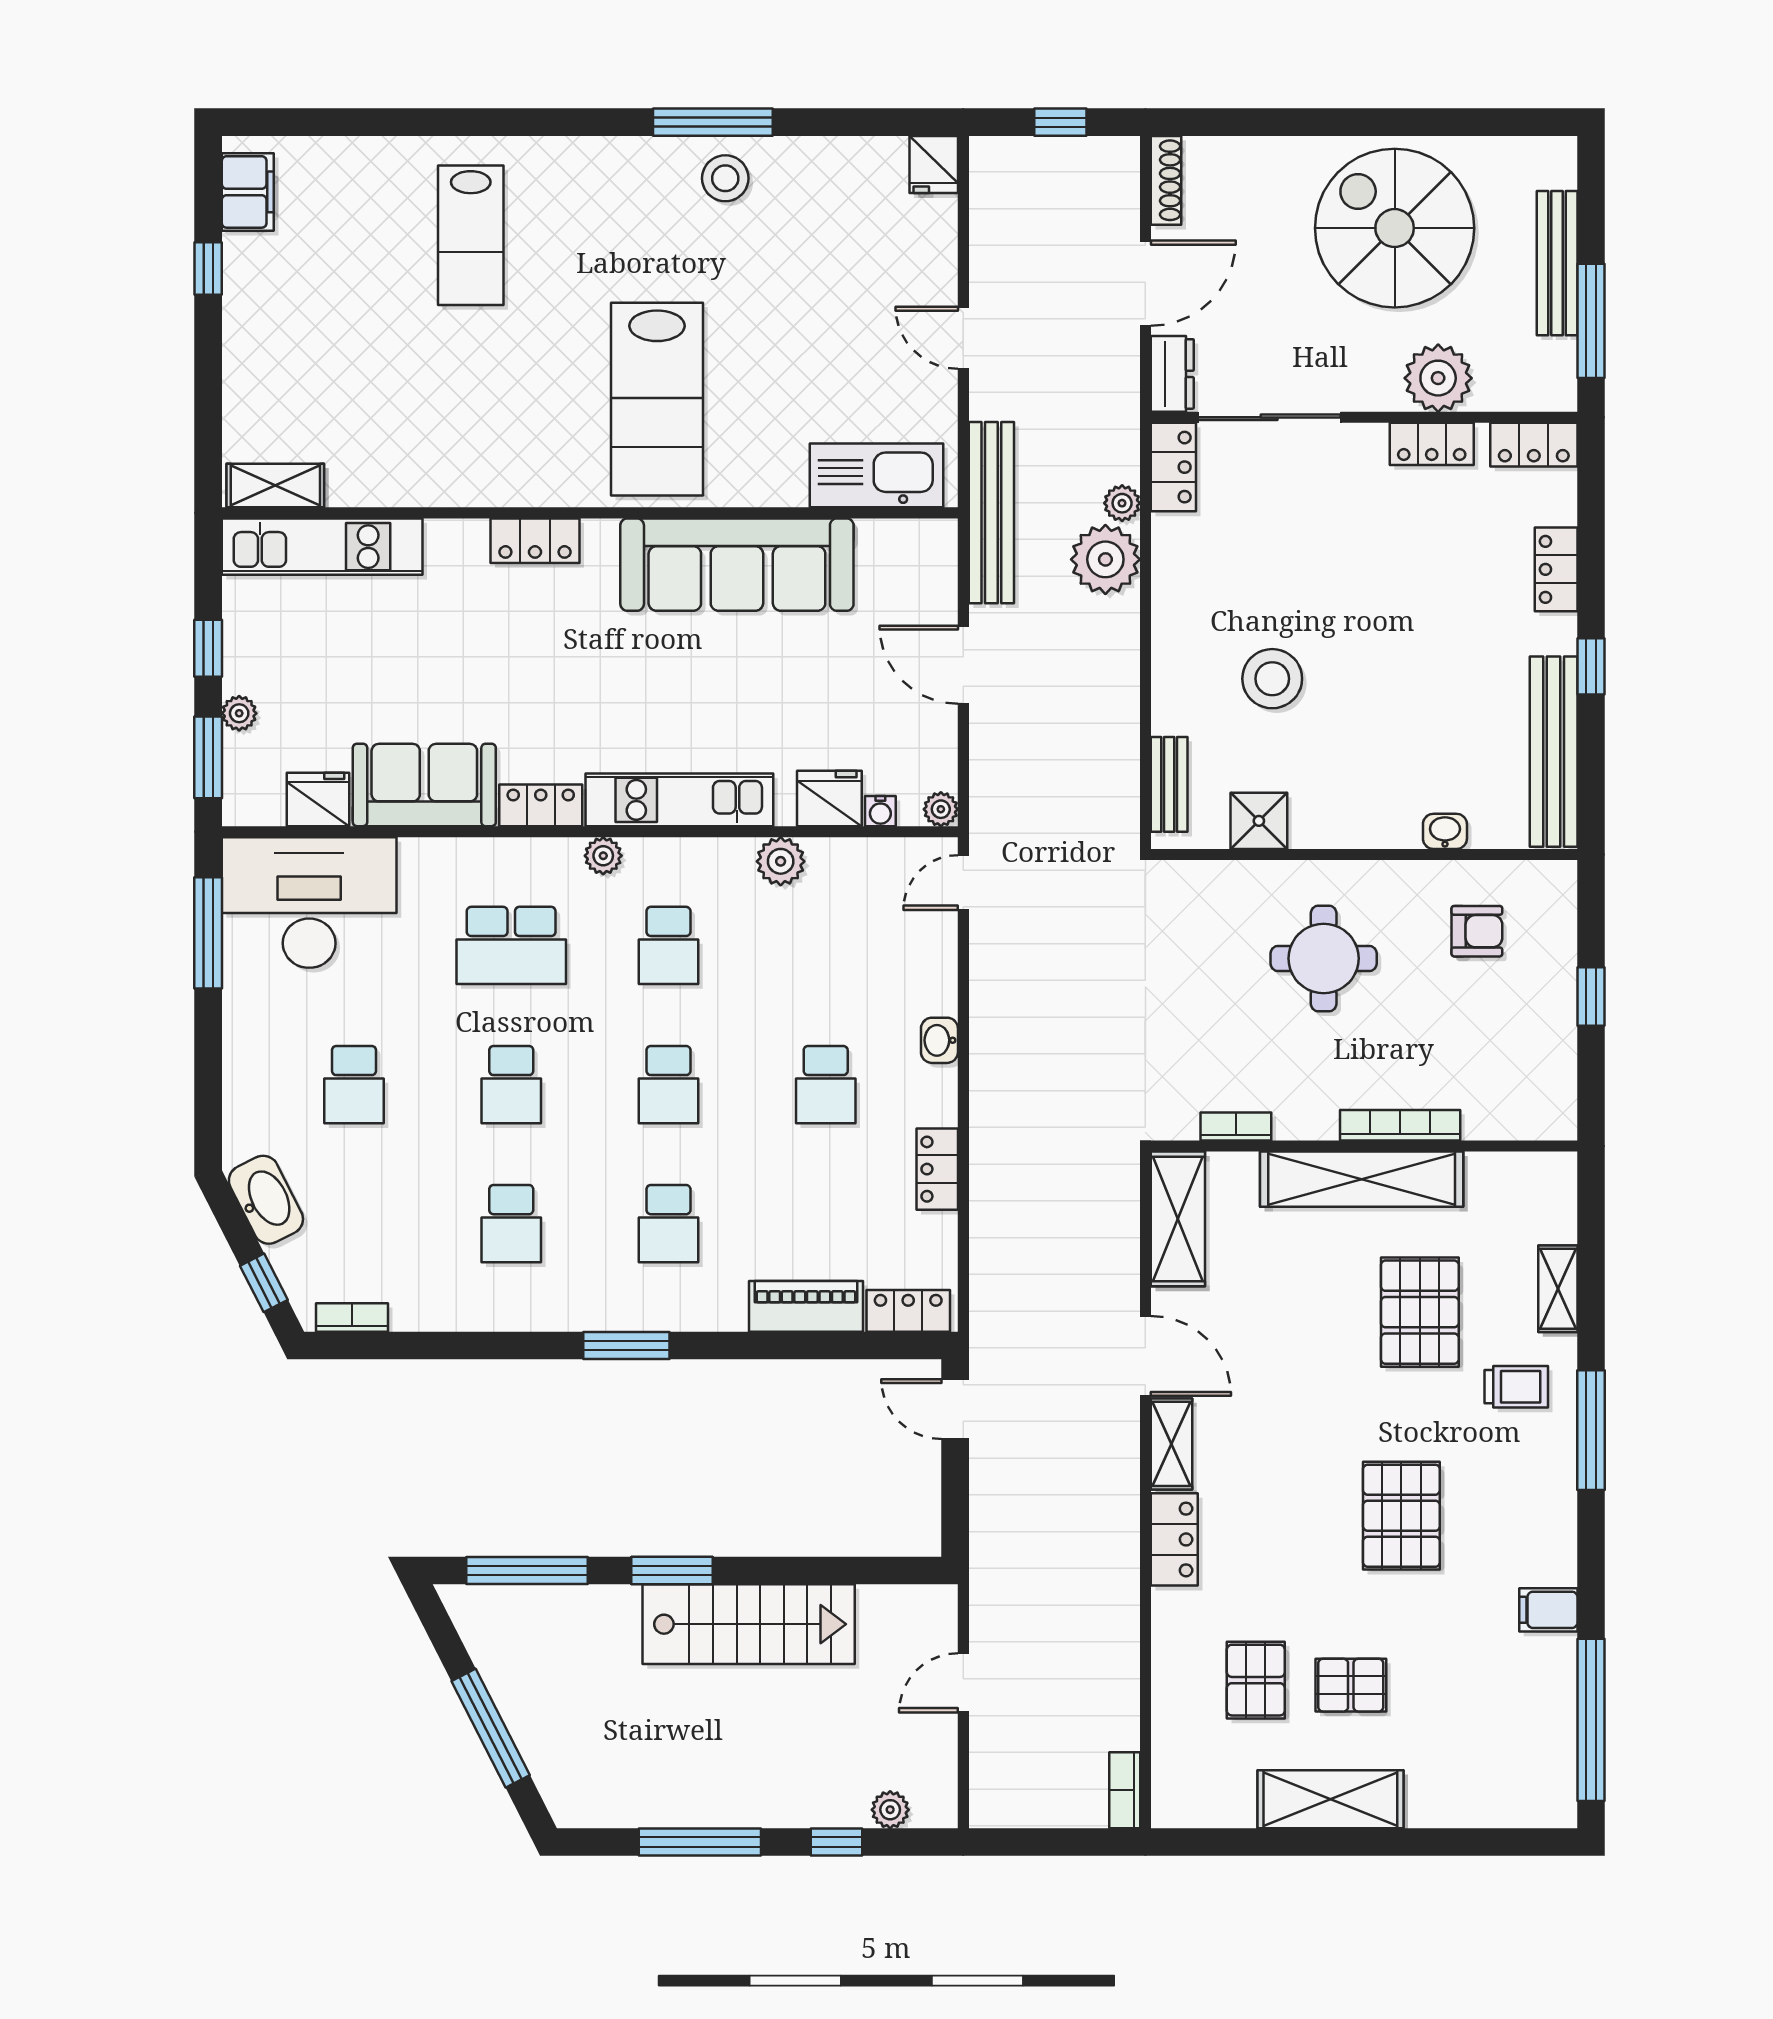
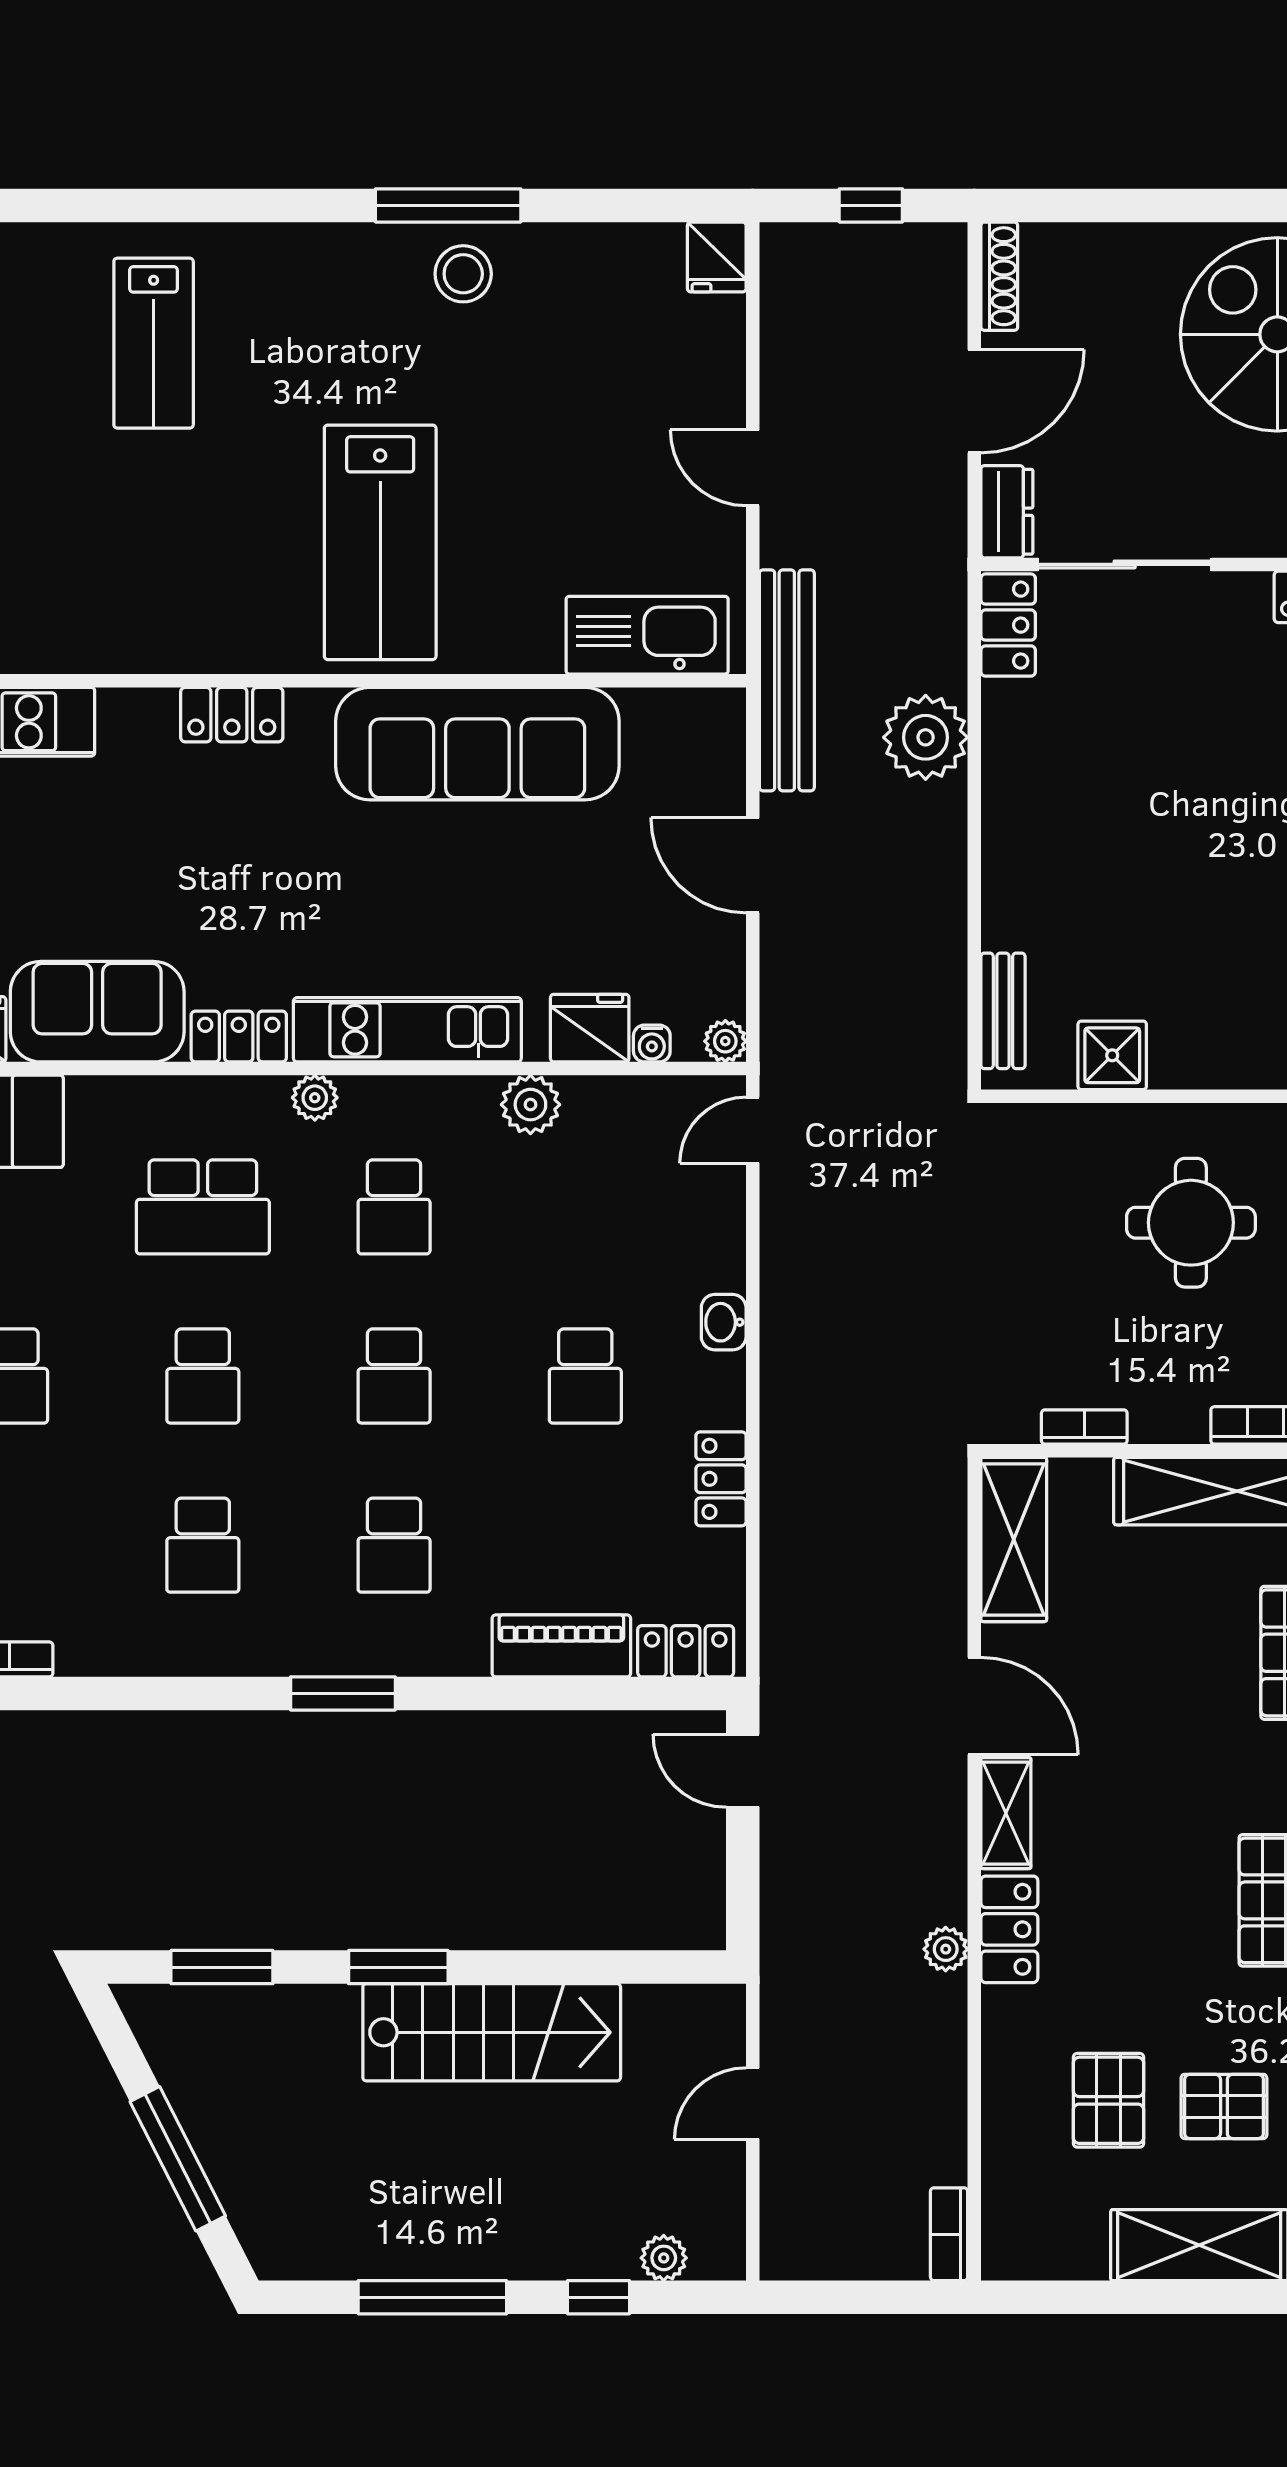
plant: (1122, 503) -> (946, 1949), moved
stool: (1272, 679) -> (1128, 882), removed
window: (527, 1571) -> (222, 1967), width x0.69

